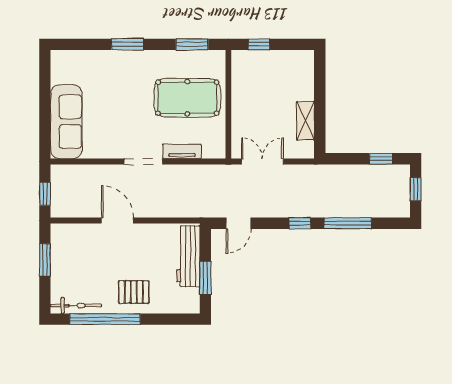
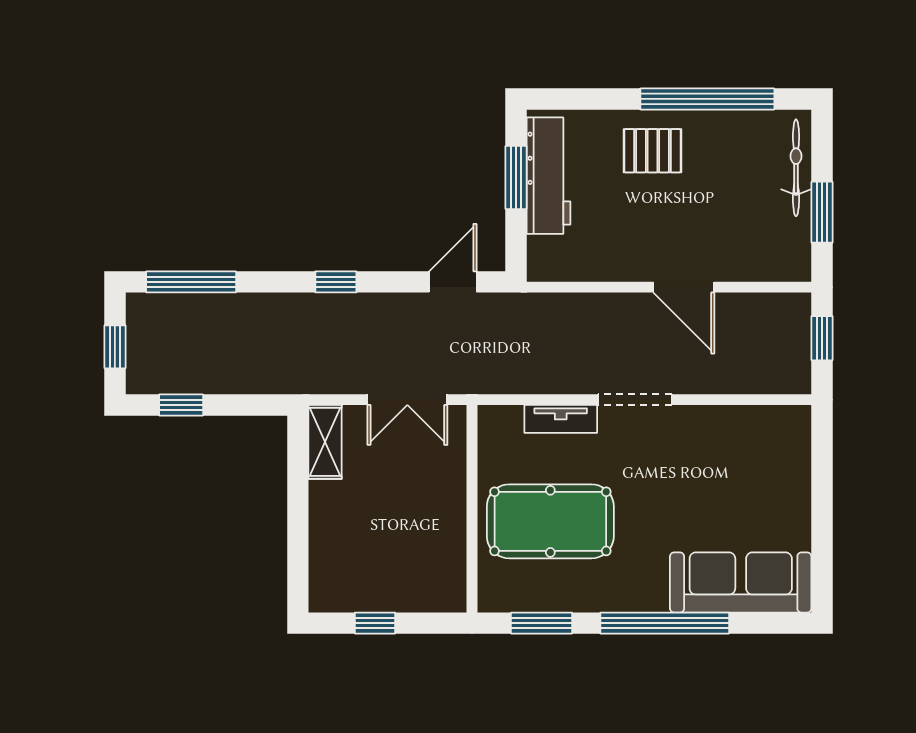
window: (127, 44) -> (665, 623), width x2.11
window: (259, 44) -> (375, 623), moved
shelving: (305, 121) -> (325, 442), moved
sofa: (66, 122) -> (741, 582), moved, turned 90
window: (348, 223) -> (191, 282), moved
workbench: (188, 256) -> (548, 176), moved
bicycle: (76, 306) -> (796, 168), moved, turned 90

